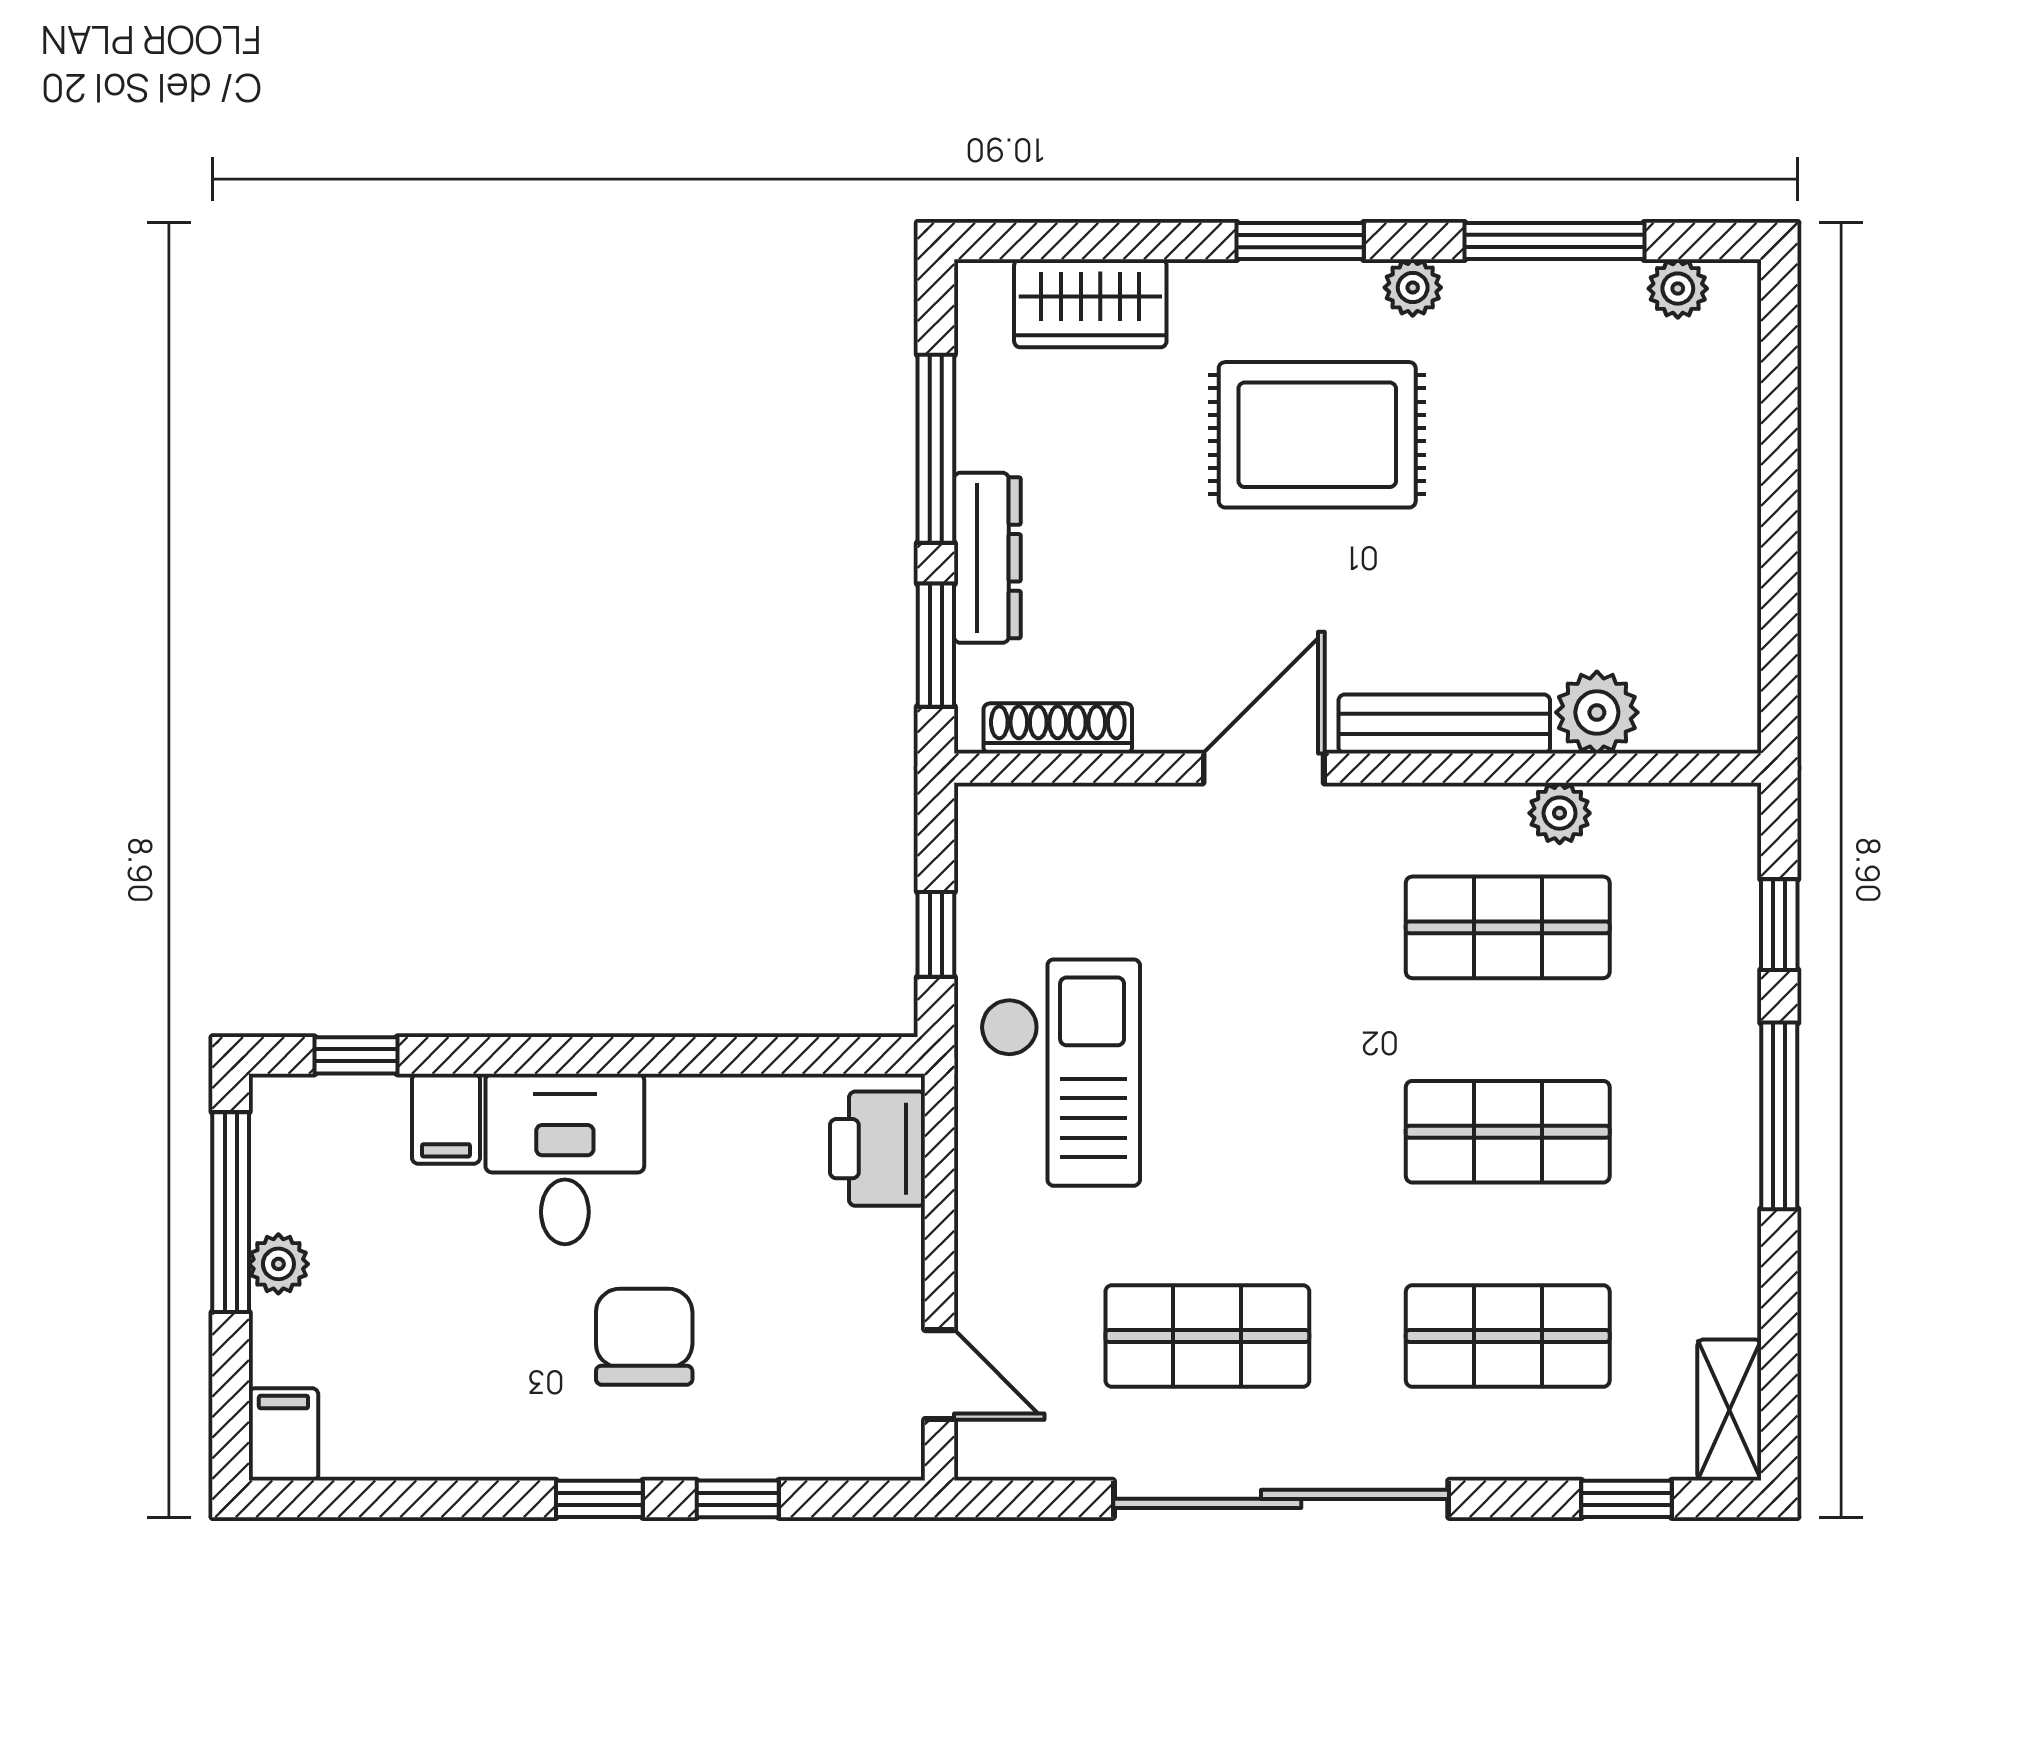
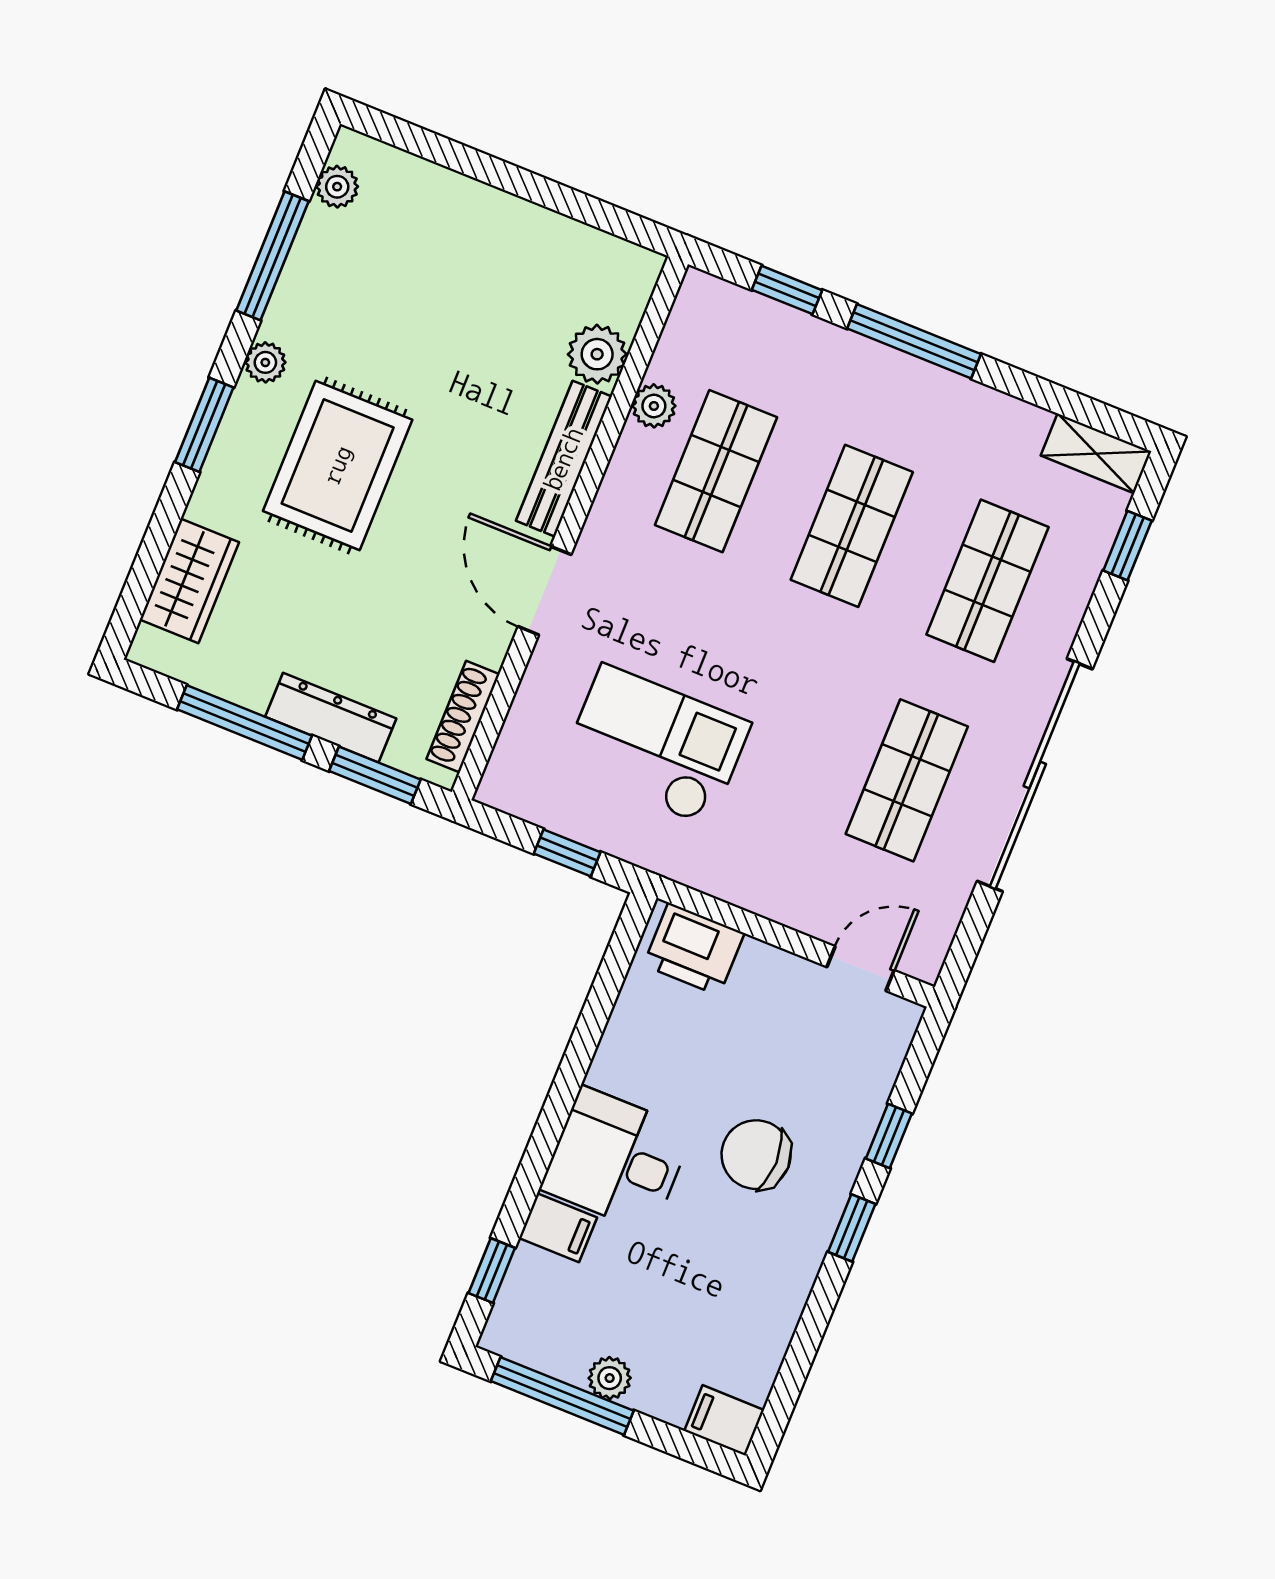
checkout: (1060, 1073) -> (656, 745), moved

